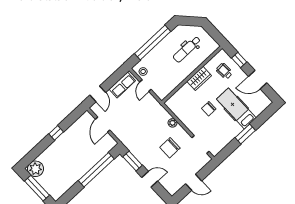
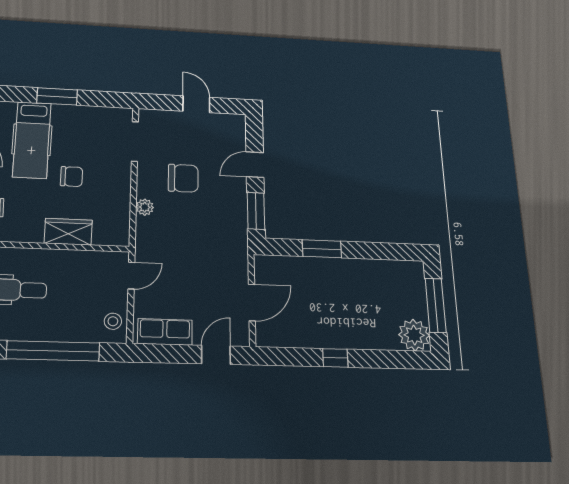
wardrobe: (199, 78) -> (68, 232), moved
door: (145, 86) -> (131, 276), moved
window: (96, 170) -> (322, 249), width x0.47
door: (150, 179) -> (255, 165), hinge flipped

